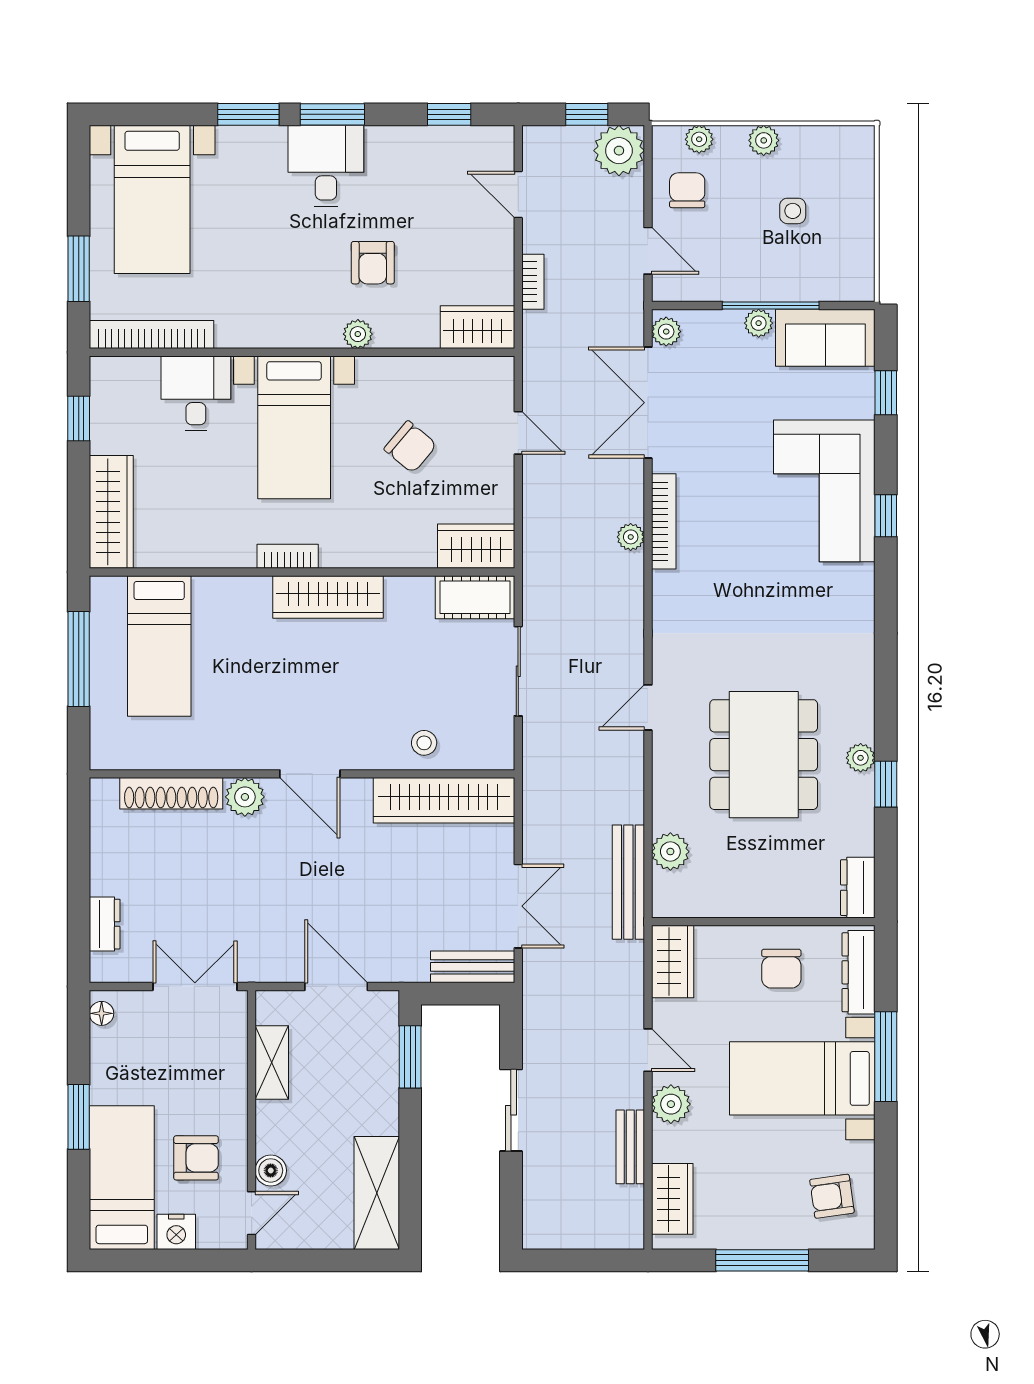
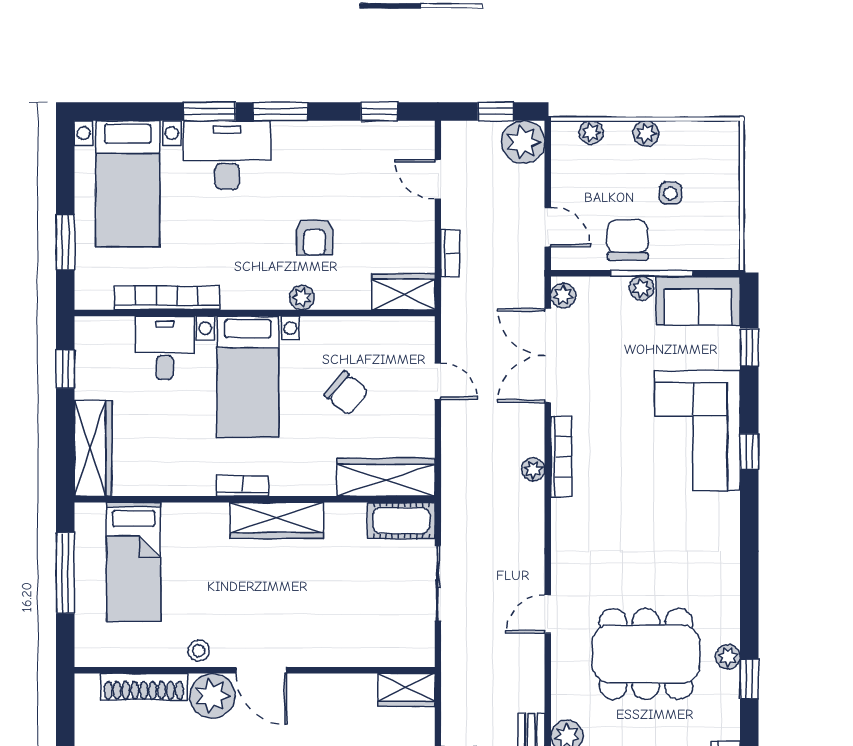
desk: (326, 166) -> (227, 155), moved, width x1.37
chair: (687, 190) -> (628, 240), moved, width x1.37, depth x1.37
bookcase: (151, 335) -> (167, 298), moved
wardrobe: (476, 546) -> (386, 477), width x1.50
stool: (424, 743) -> (199, 651), moved
dining table: (764, 755) -> (646, 654), turned 90
plant: (245, 797) -> (212, 696), width x1.36, depth x1.36
wardrobe: (444, 800) -> (406, 690), width x0.48, depth x0.85

